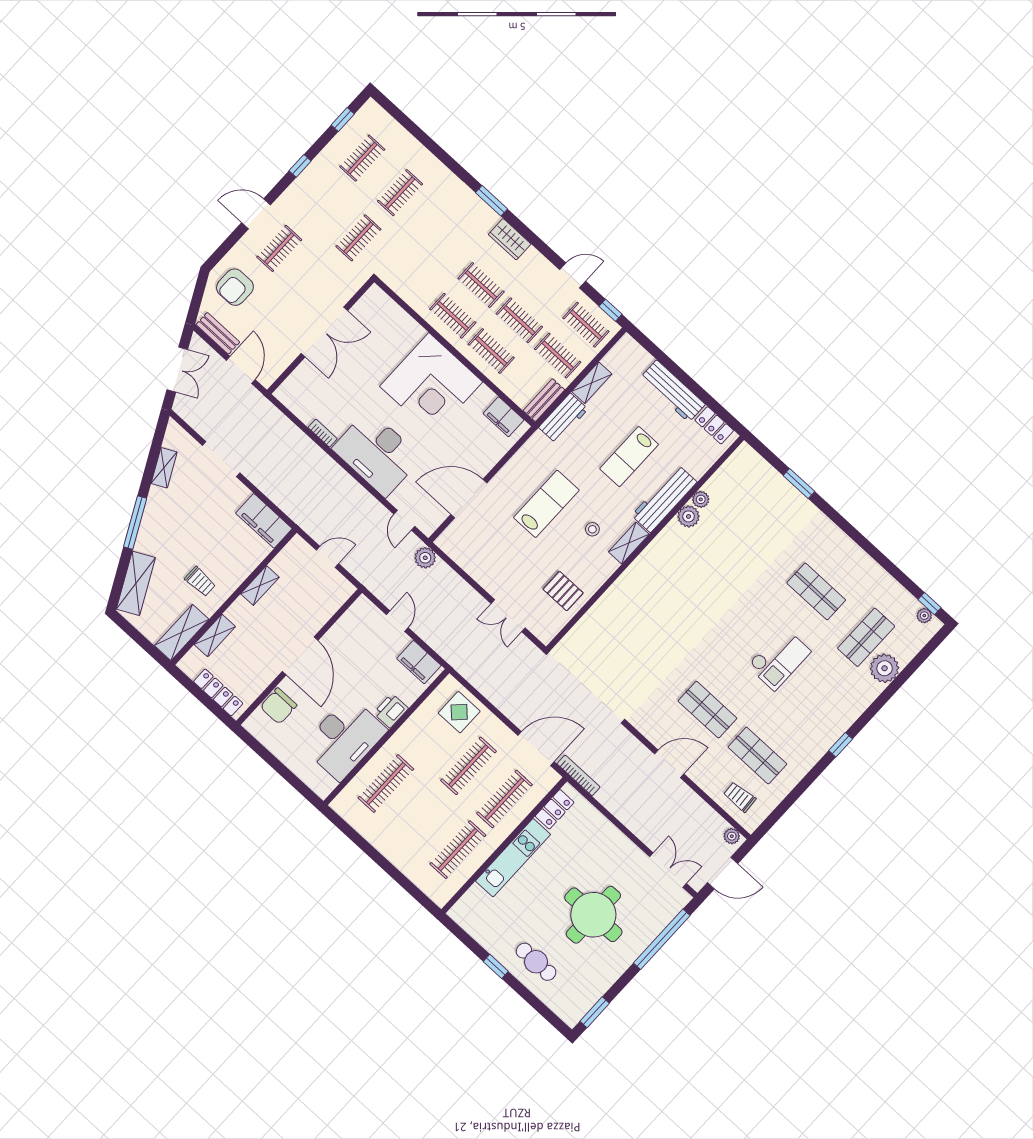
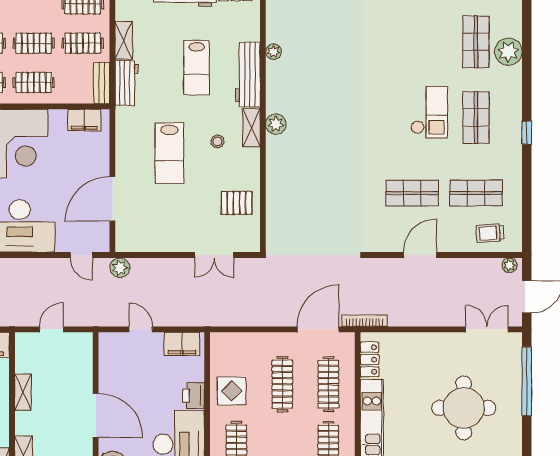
lab bench: (546, 504) -> (169, 153), turned 180
plant: (689, 516) -> (276, 124), moved
shop shelf: (816, 591) -> (476, 118), moved, turned 90
display table: (459, 712) -> (232, 391), moved

